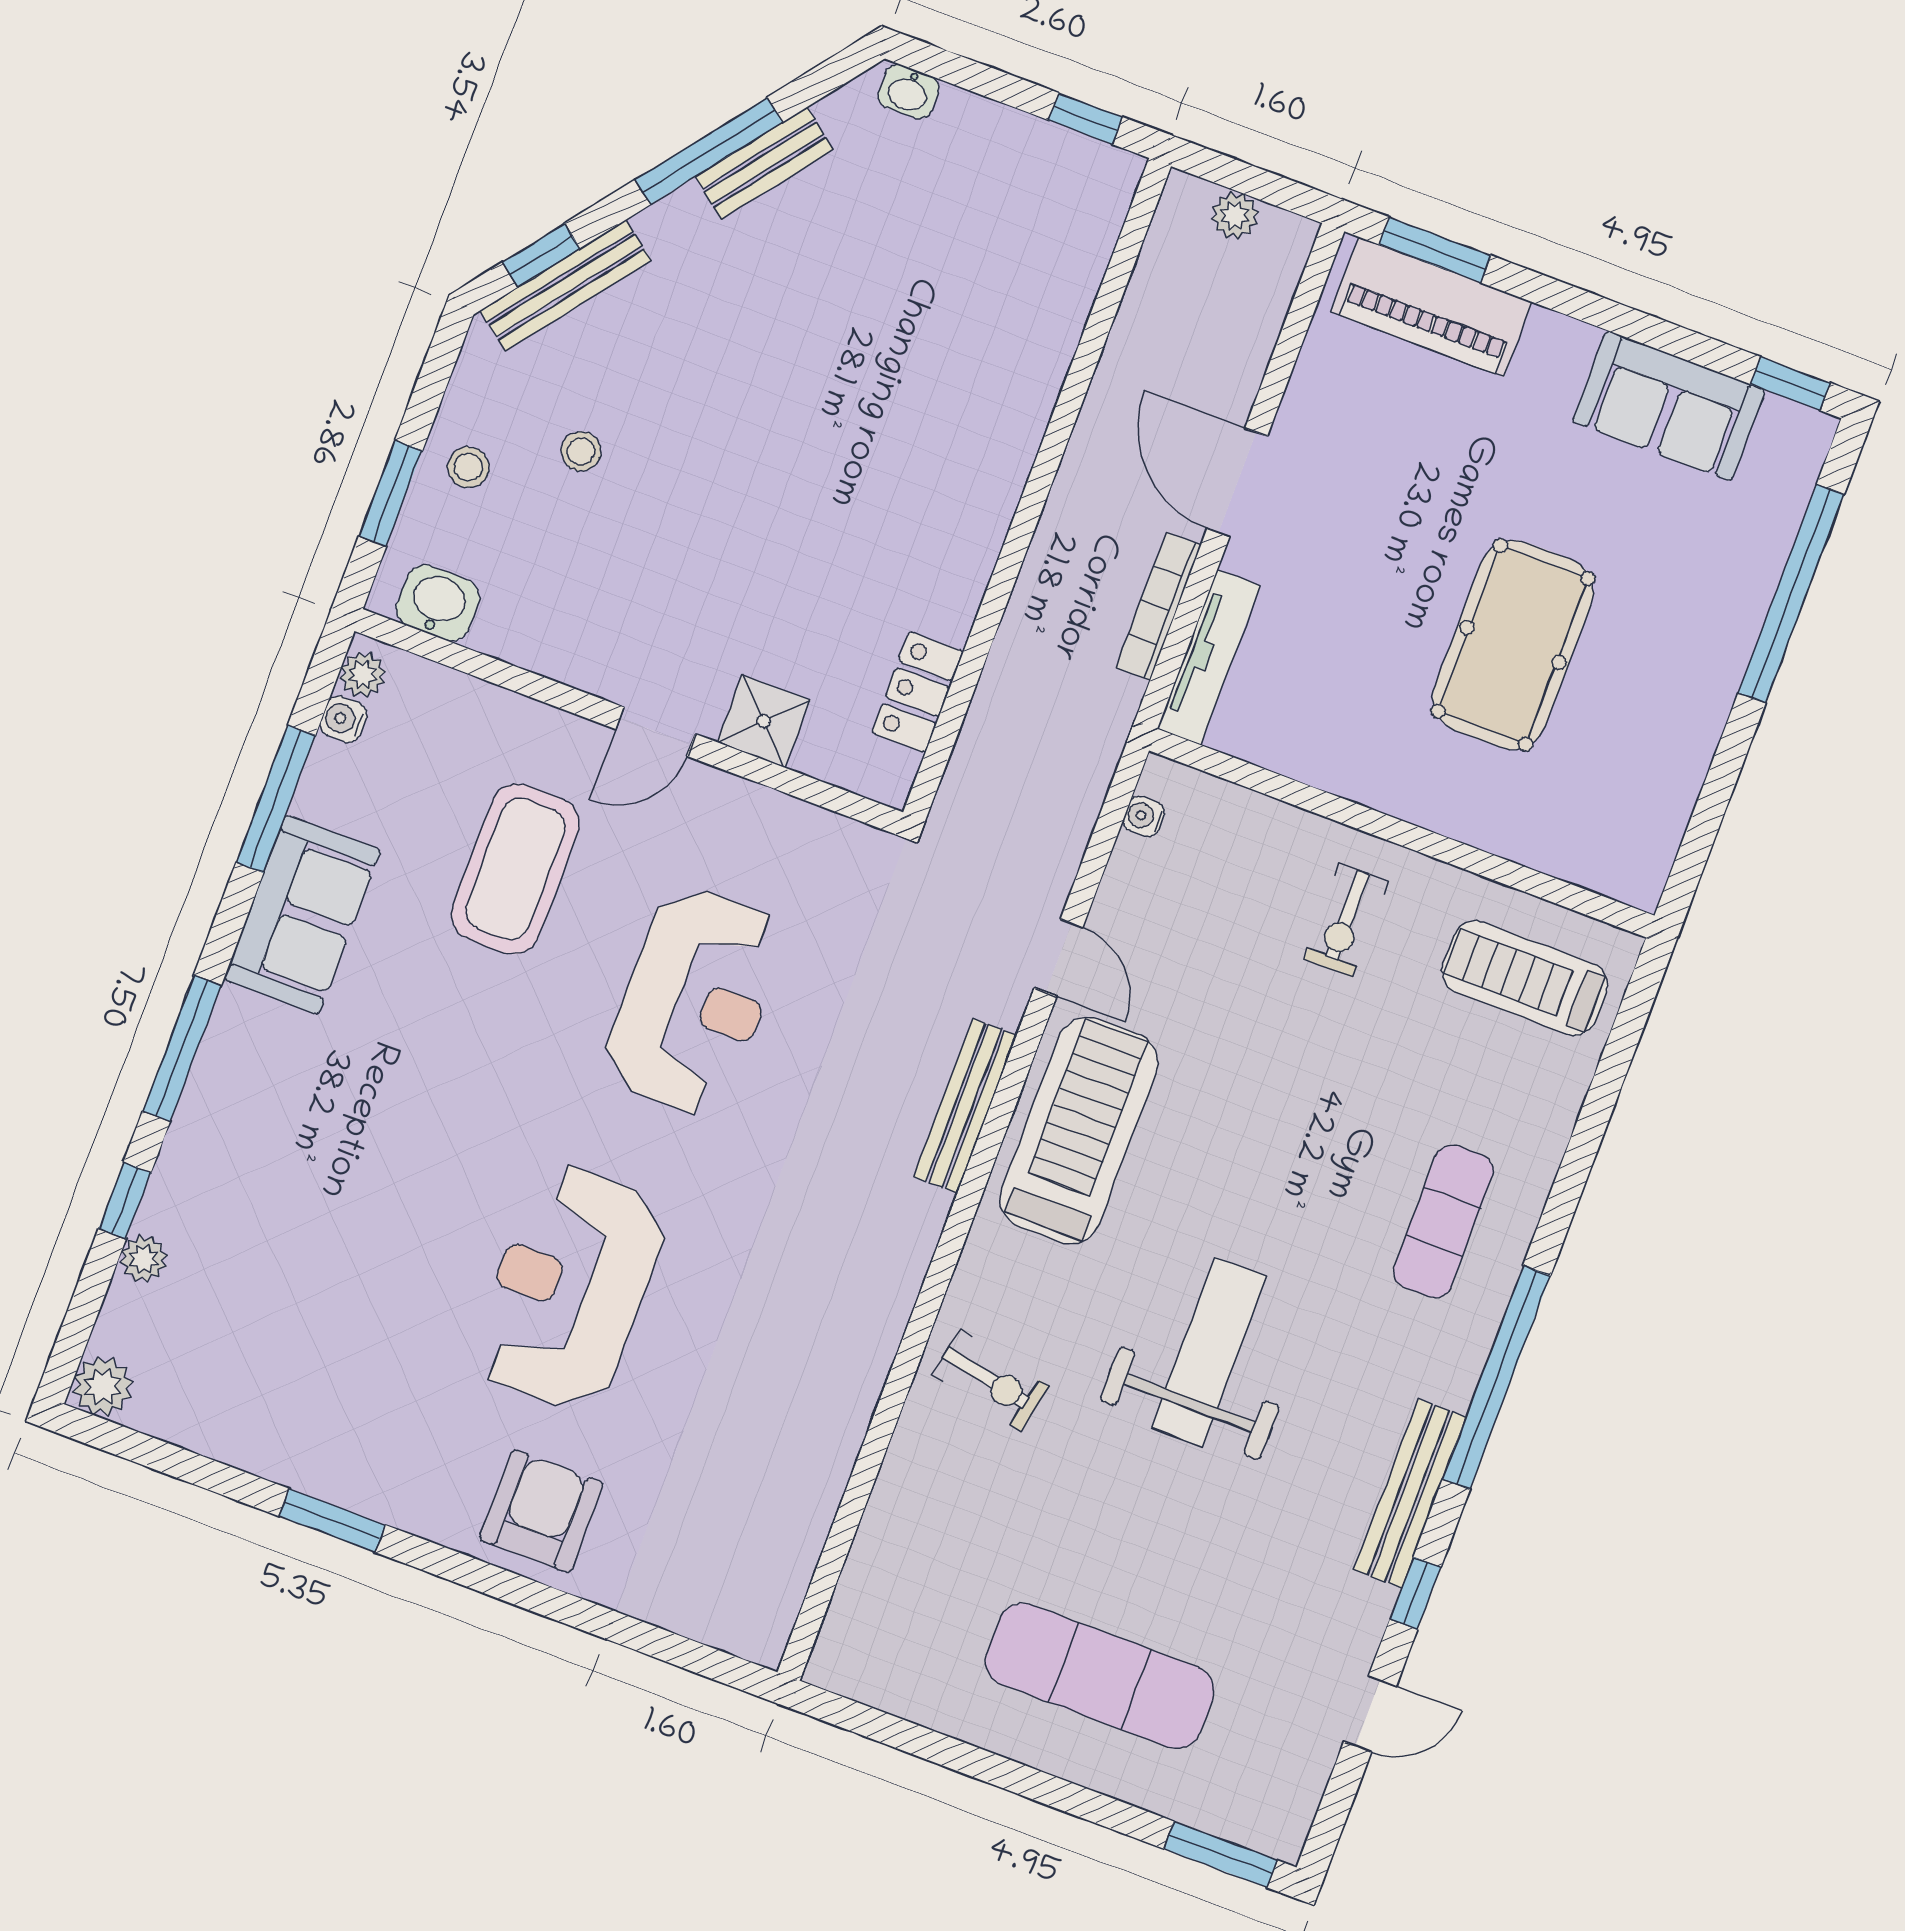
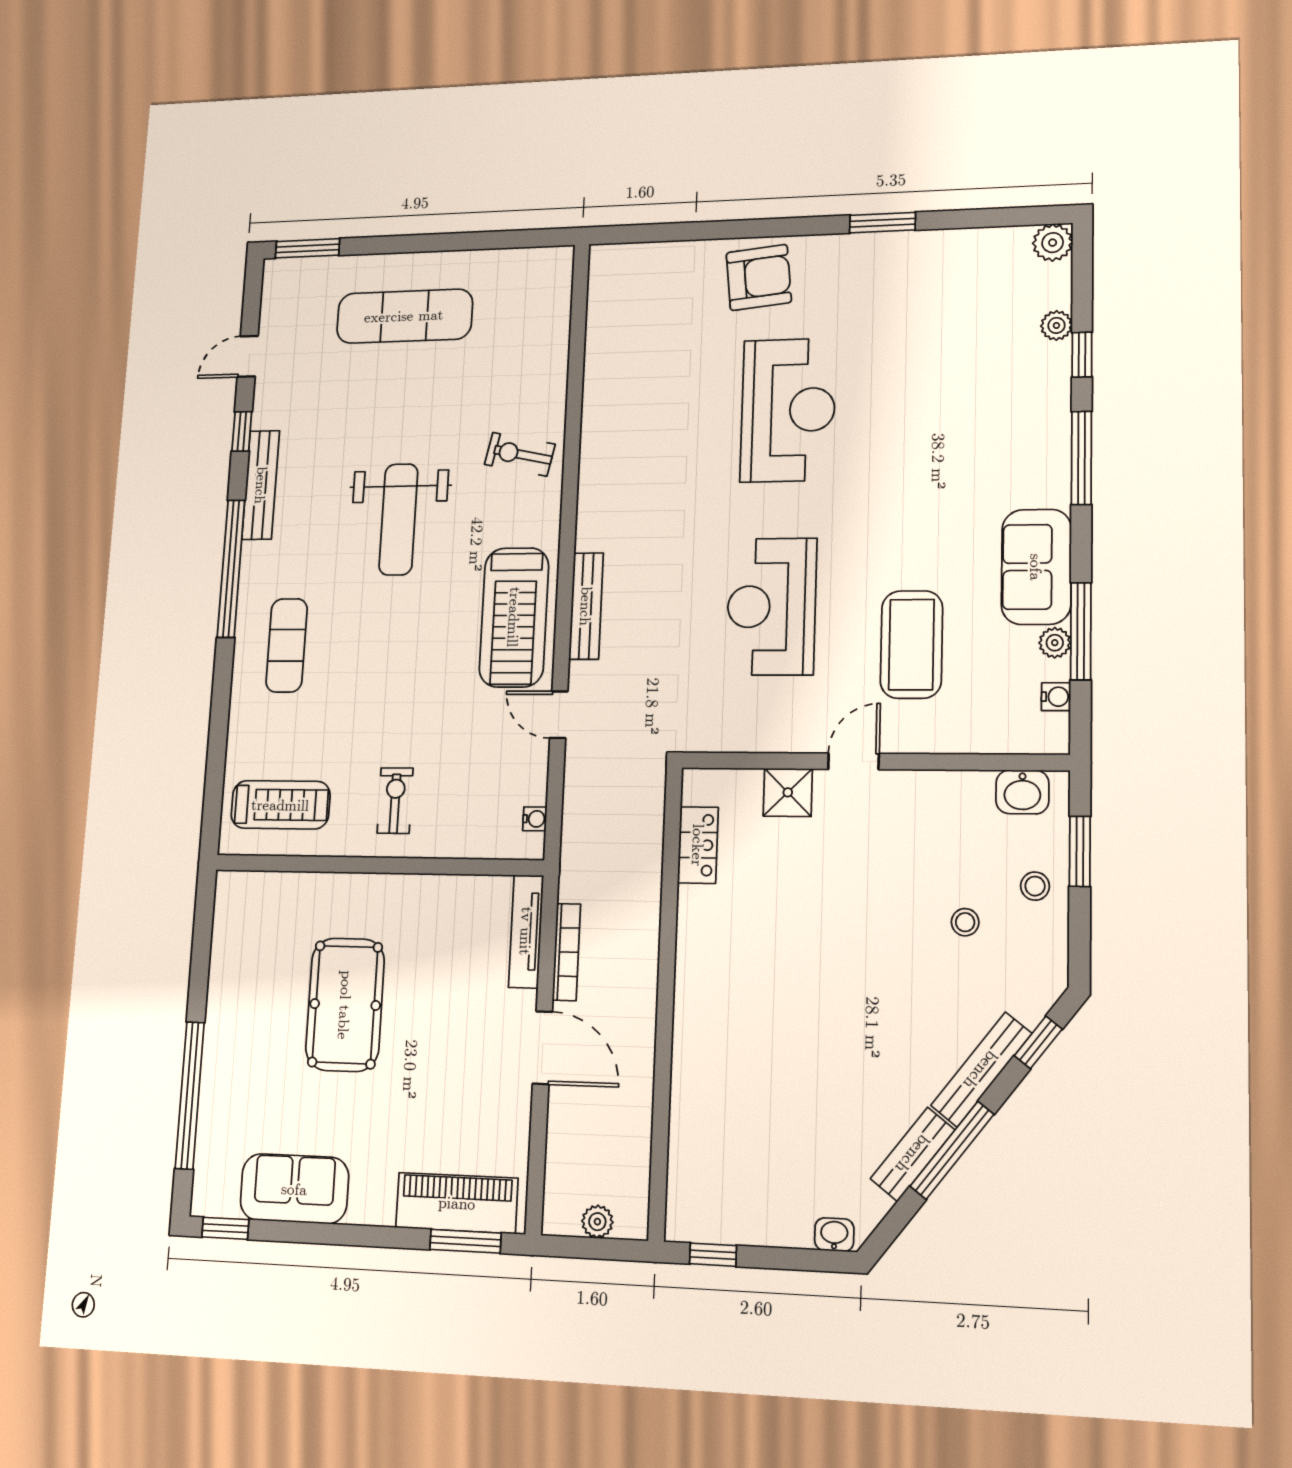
bench: (566, 285) -> (981, 1070), moved
plant: (363, 674) -> (1055, 643), moved
armchair: (541, 1511) -> (759, 277), turned -96

